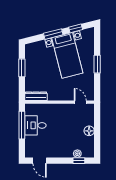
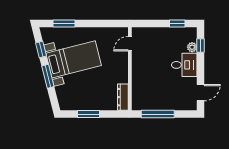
window: (97, 64) -> (64, 23), moved
desk: (35, 125) -> (184, 65), moved, turned -90
floor lamp: (89, 131) -> (165, 33), removed
window: (97, 141) -> (177, 23), added

